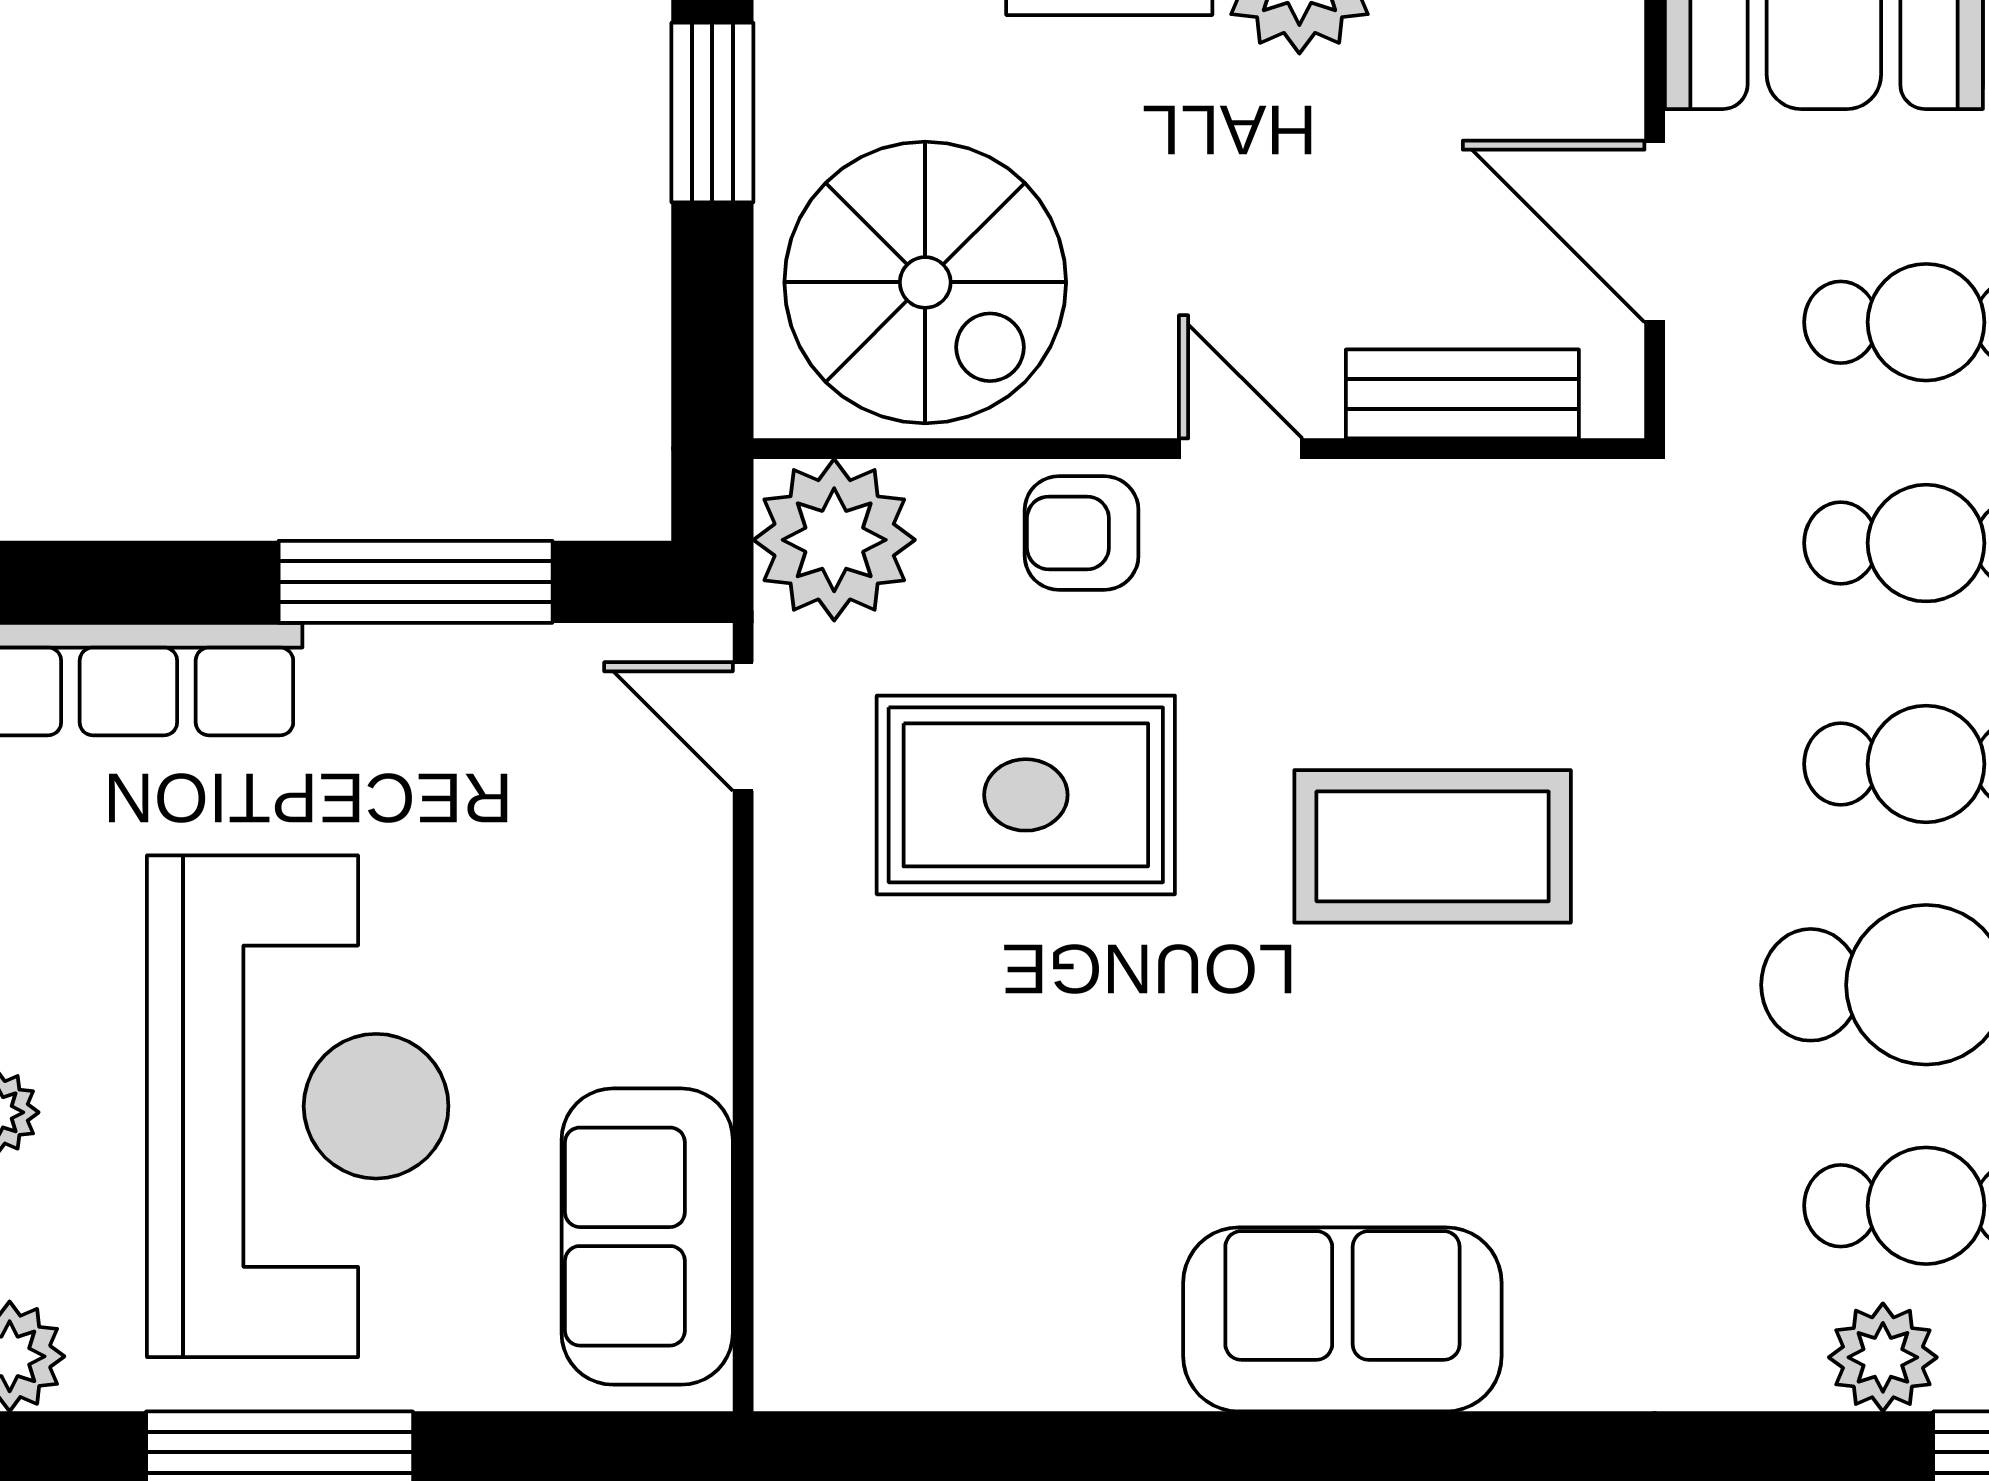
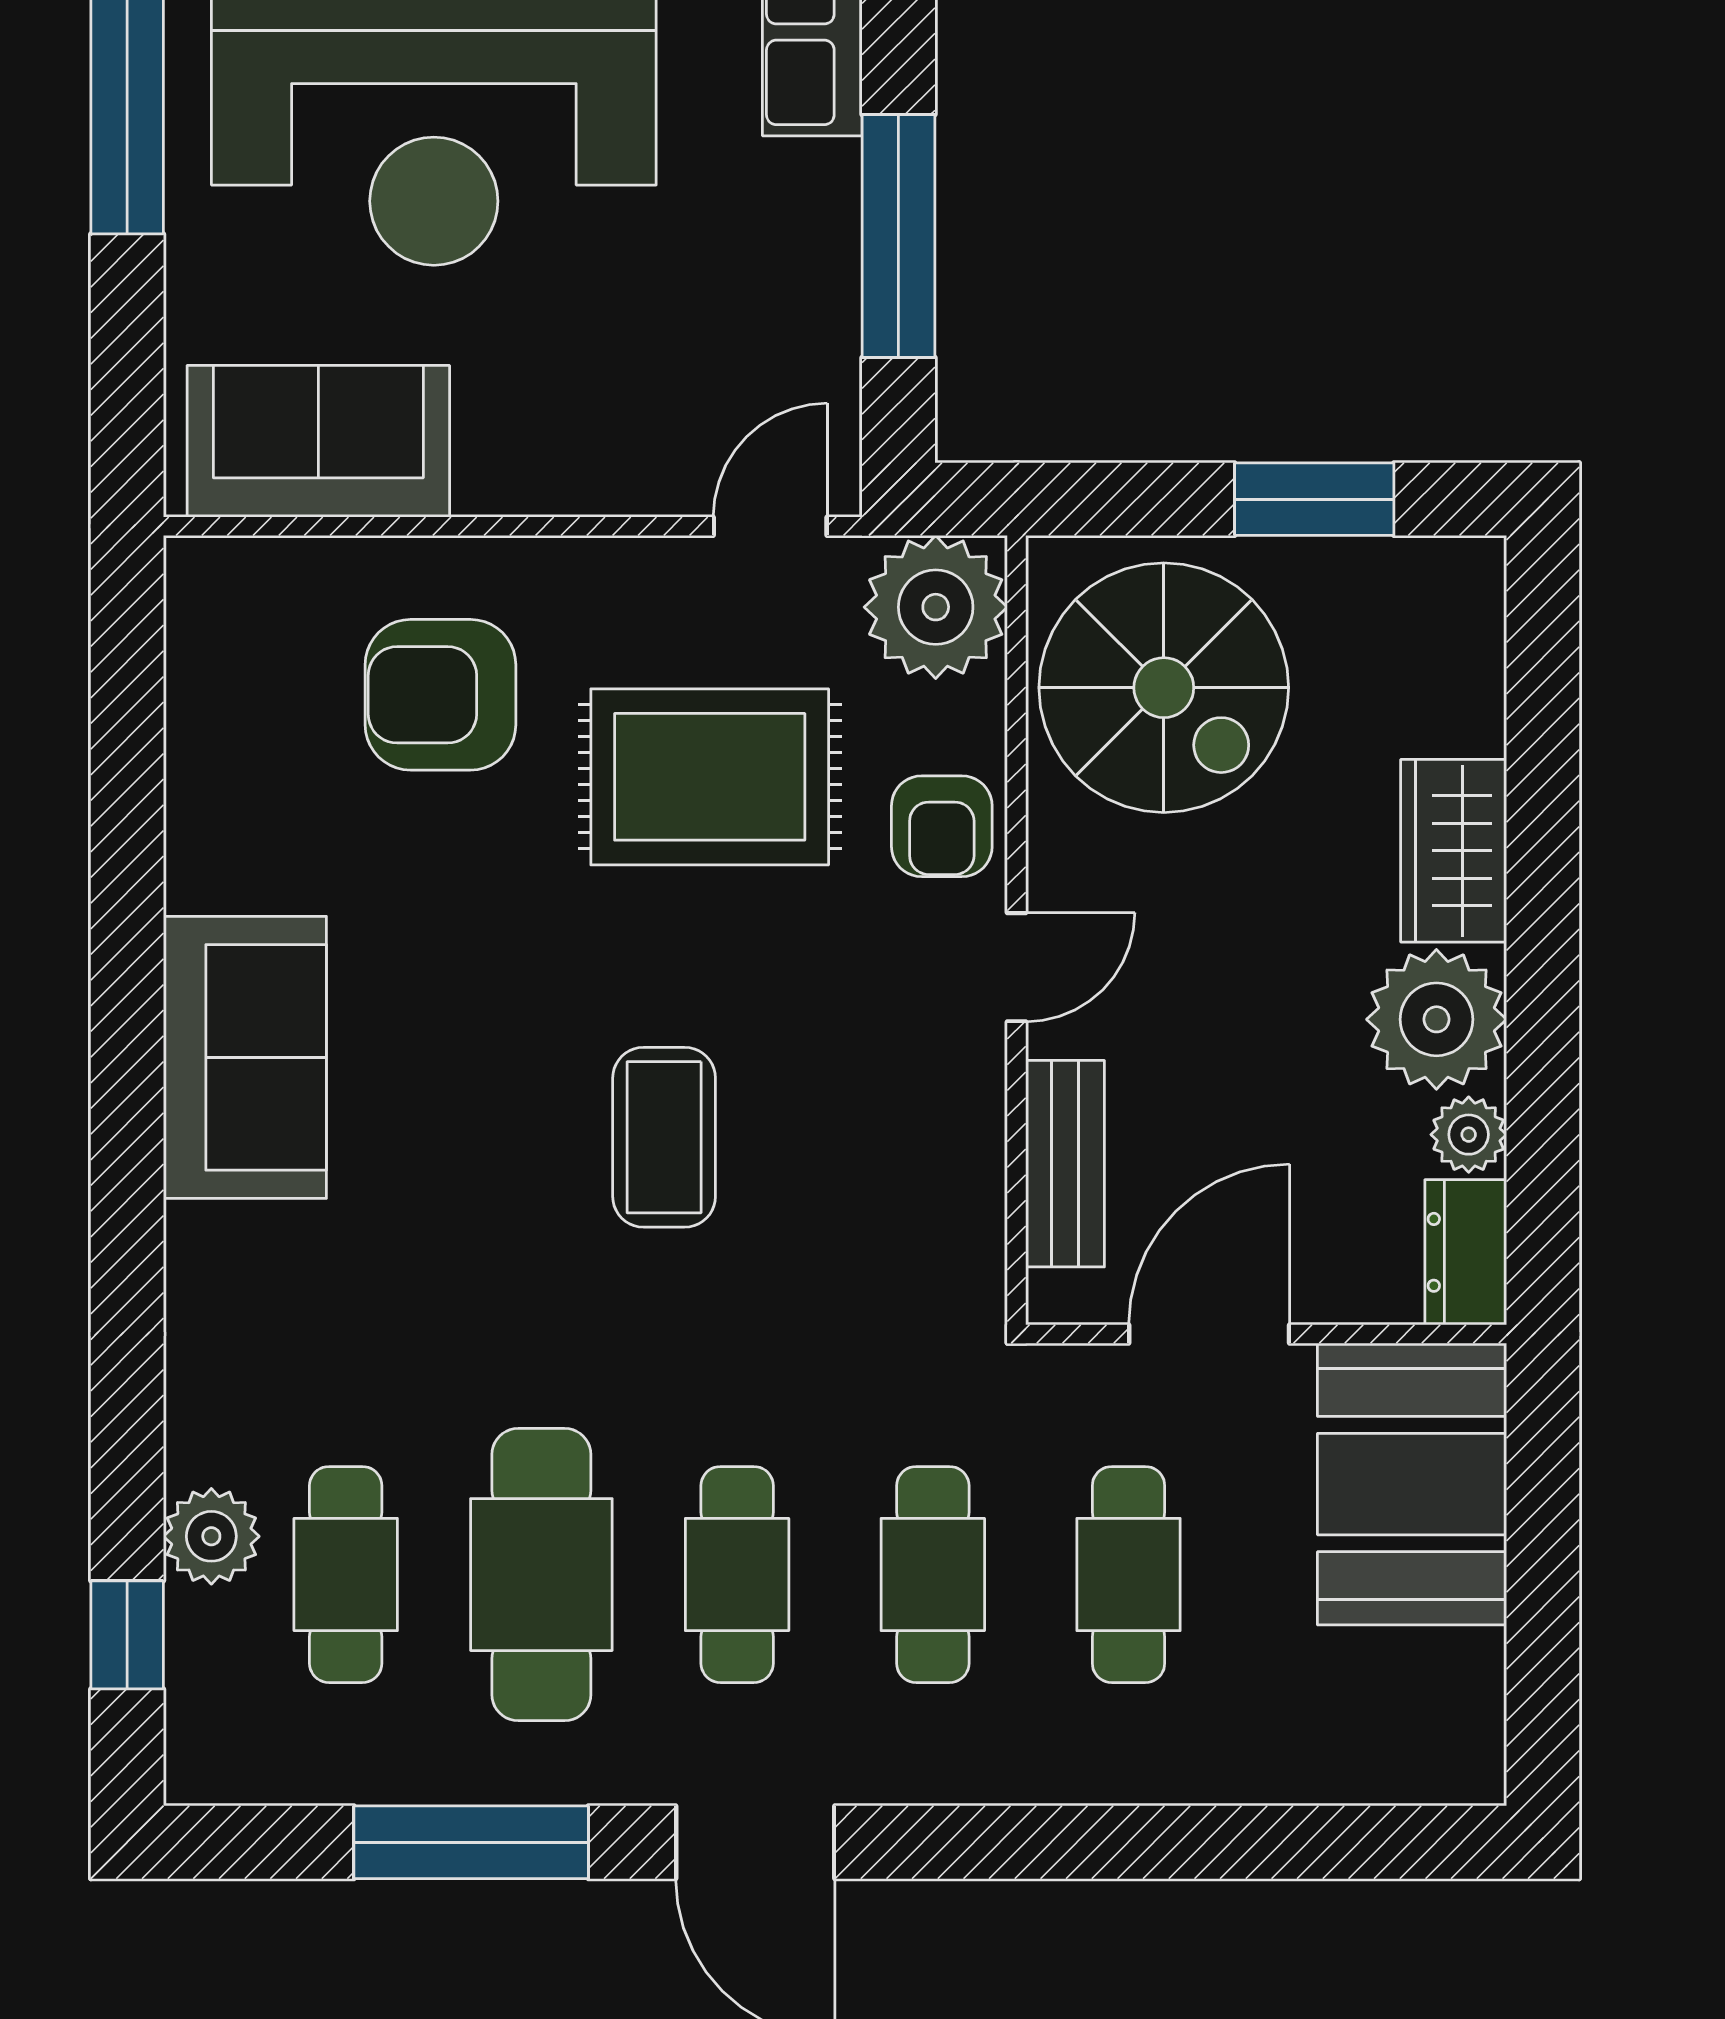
spiral stairs: (925, 282) -> (1164, 688), turned -90
armchair: (1082, 533) -> (942, 826), turned 180
rug: (1026, 795) -> (710, 777), turned 90
coffee table: (1433, 846) -> (664, 1137), width x0.73, depth x0.76
armchair: (933, 1099) -> (440, 695), added

